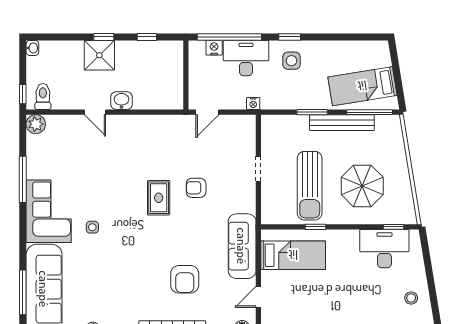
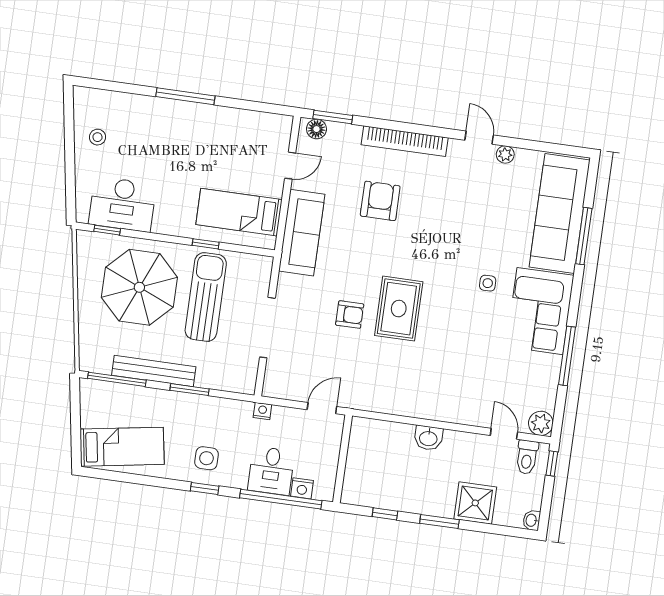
window: (104, 37) -> (439, 521), width x1.50
shower: (99, 55) -> (475, 503), moved
desk: (246, 58) -> (271, 471), width x0.73
bed: (362, 86) -> (122, 447), moved
door: (95, 112) -> (504, 434), moved
doorway: (258, 169) -> (267, 328), width x1.87
parasol: (362, 186) -> (139, 287), width x1.36, depth x1.36
rug: (159, 198) -> (399, 309), width x1.36, depth x1.43
window: (23, 292) -> (584, 236), moved

